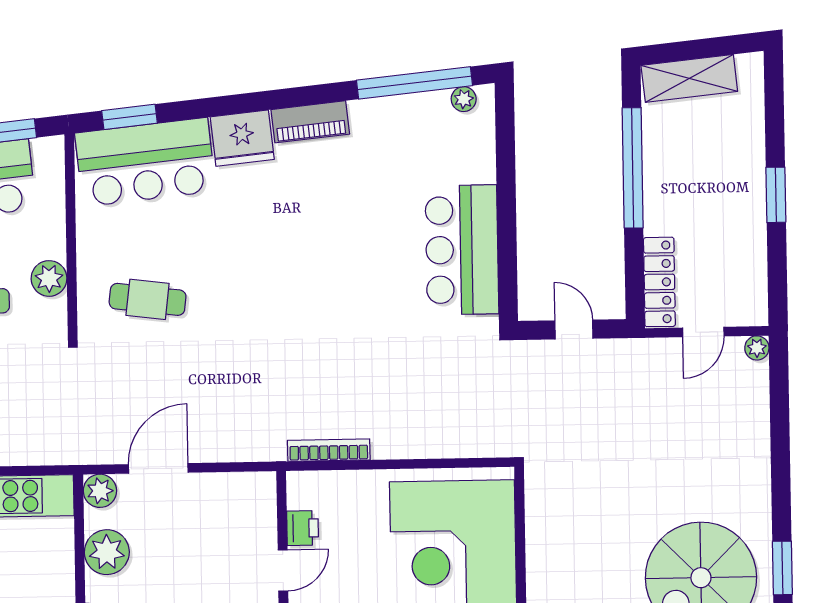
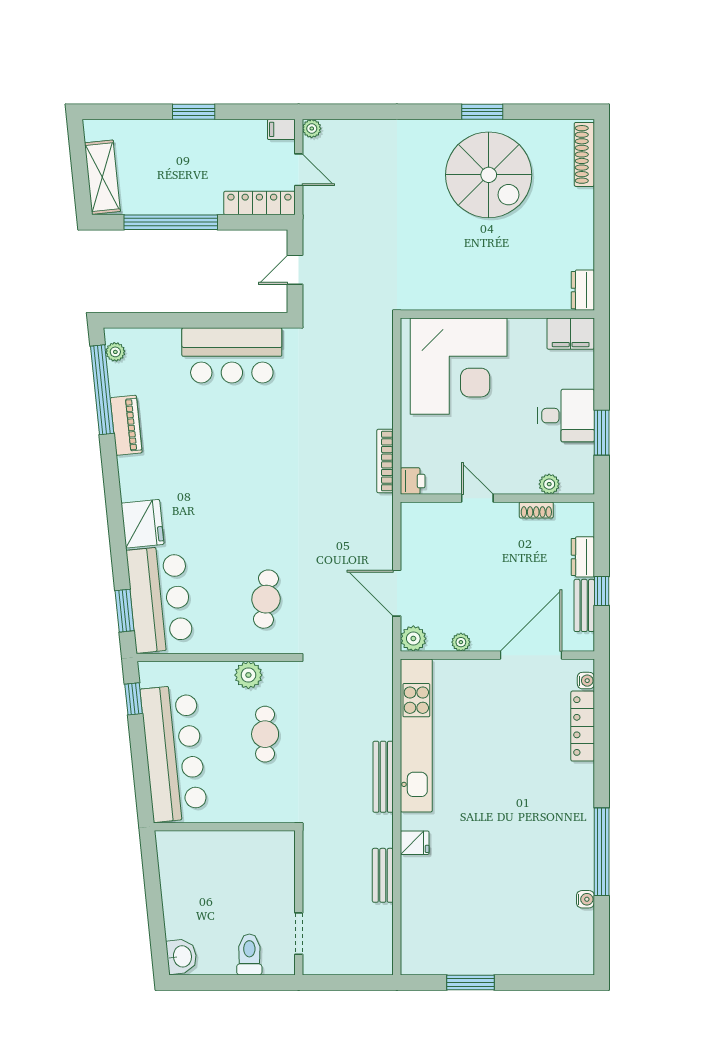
piano: (310, 122) -> (126, 425), moved
filing cabinet: (755, 309) -> (281, 129), added
printer: (303, 528) -> (413, 481), moved, turned 90
plant: (107, 552) -> (461, 642), width x0.53, depth x0.53

